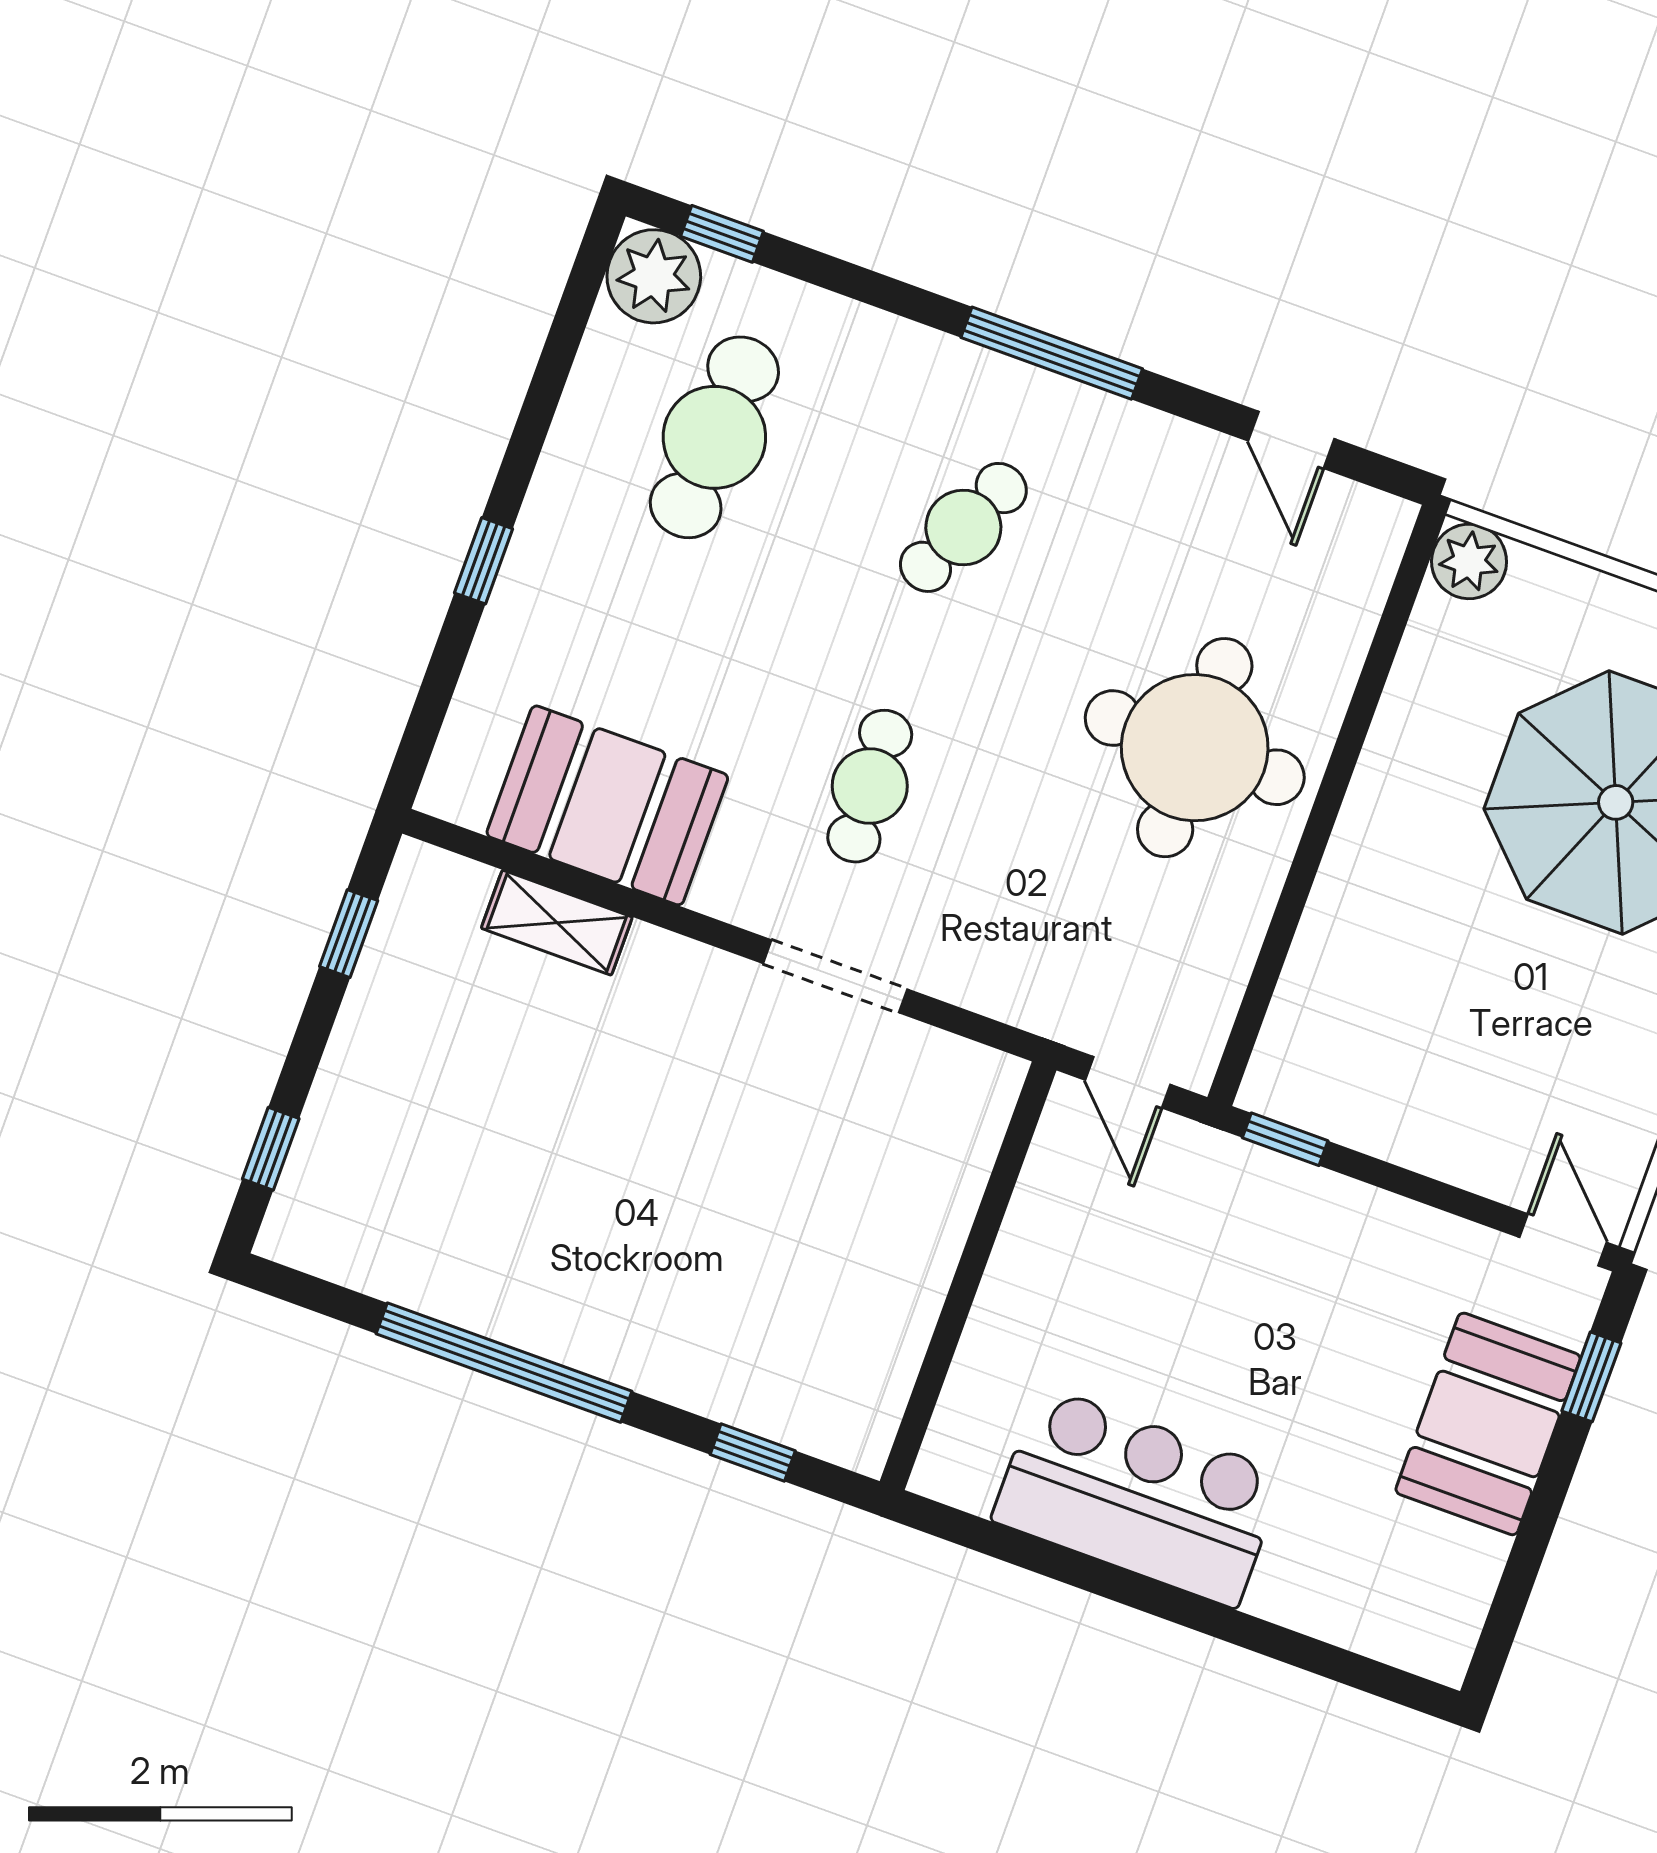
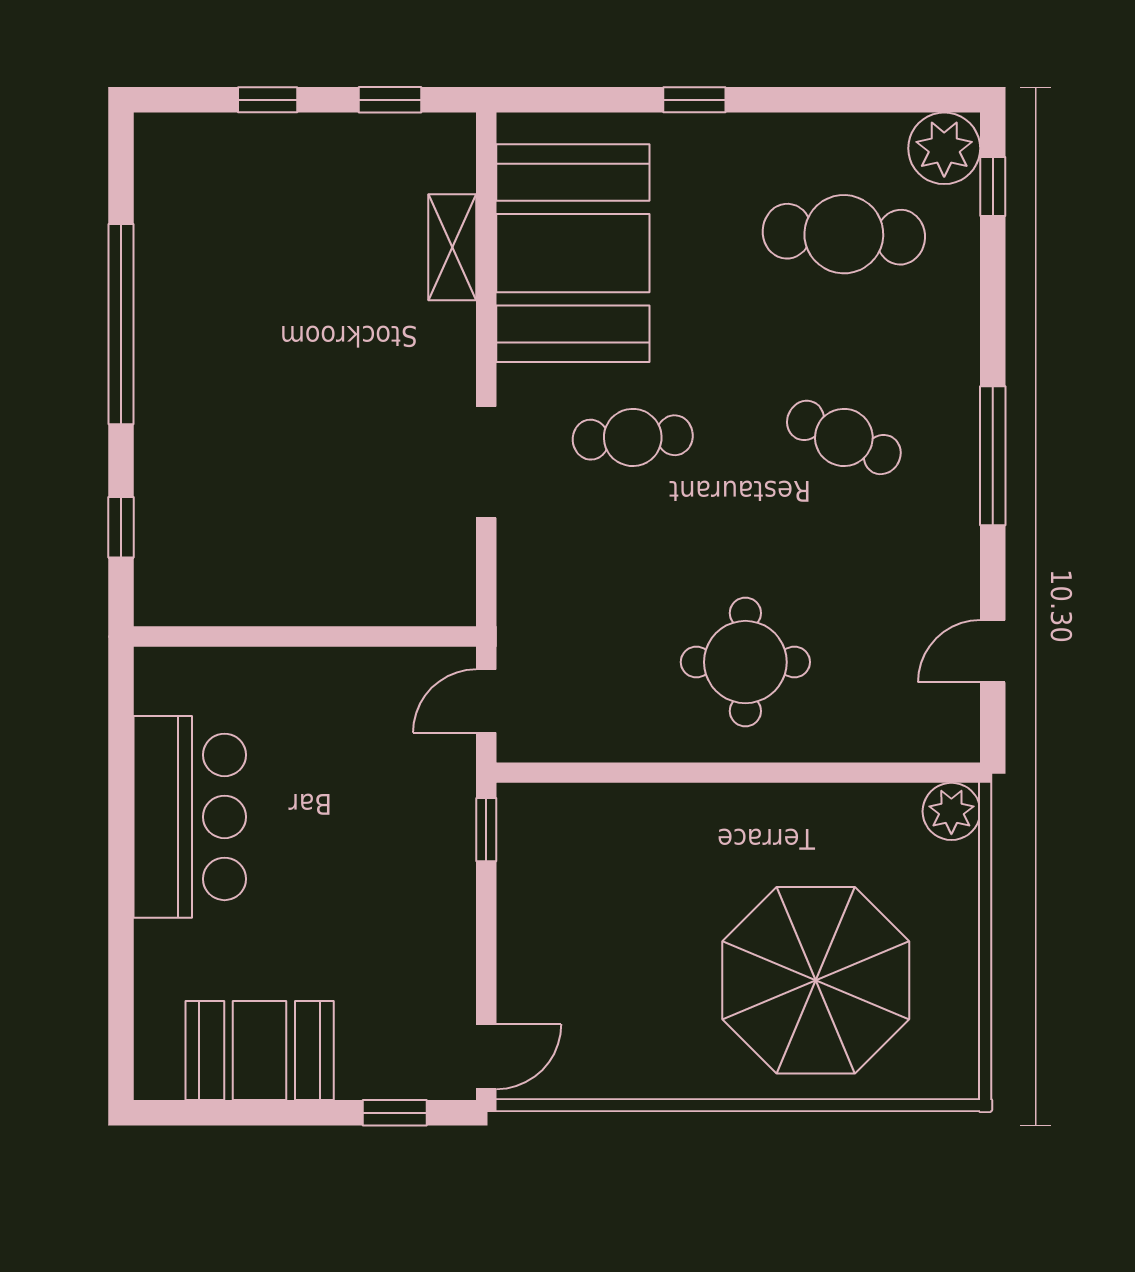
round table: (1195, 748) -> (745, 662), width x0.73, depth x0.73
booth: (607, 805) -> (573, 253), width x1.36, depth x1.42
window: (271, 1149) -> (268, 100), moved
booth: (1488, 1424) -> (260, 1050), moved

